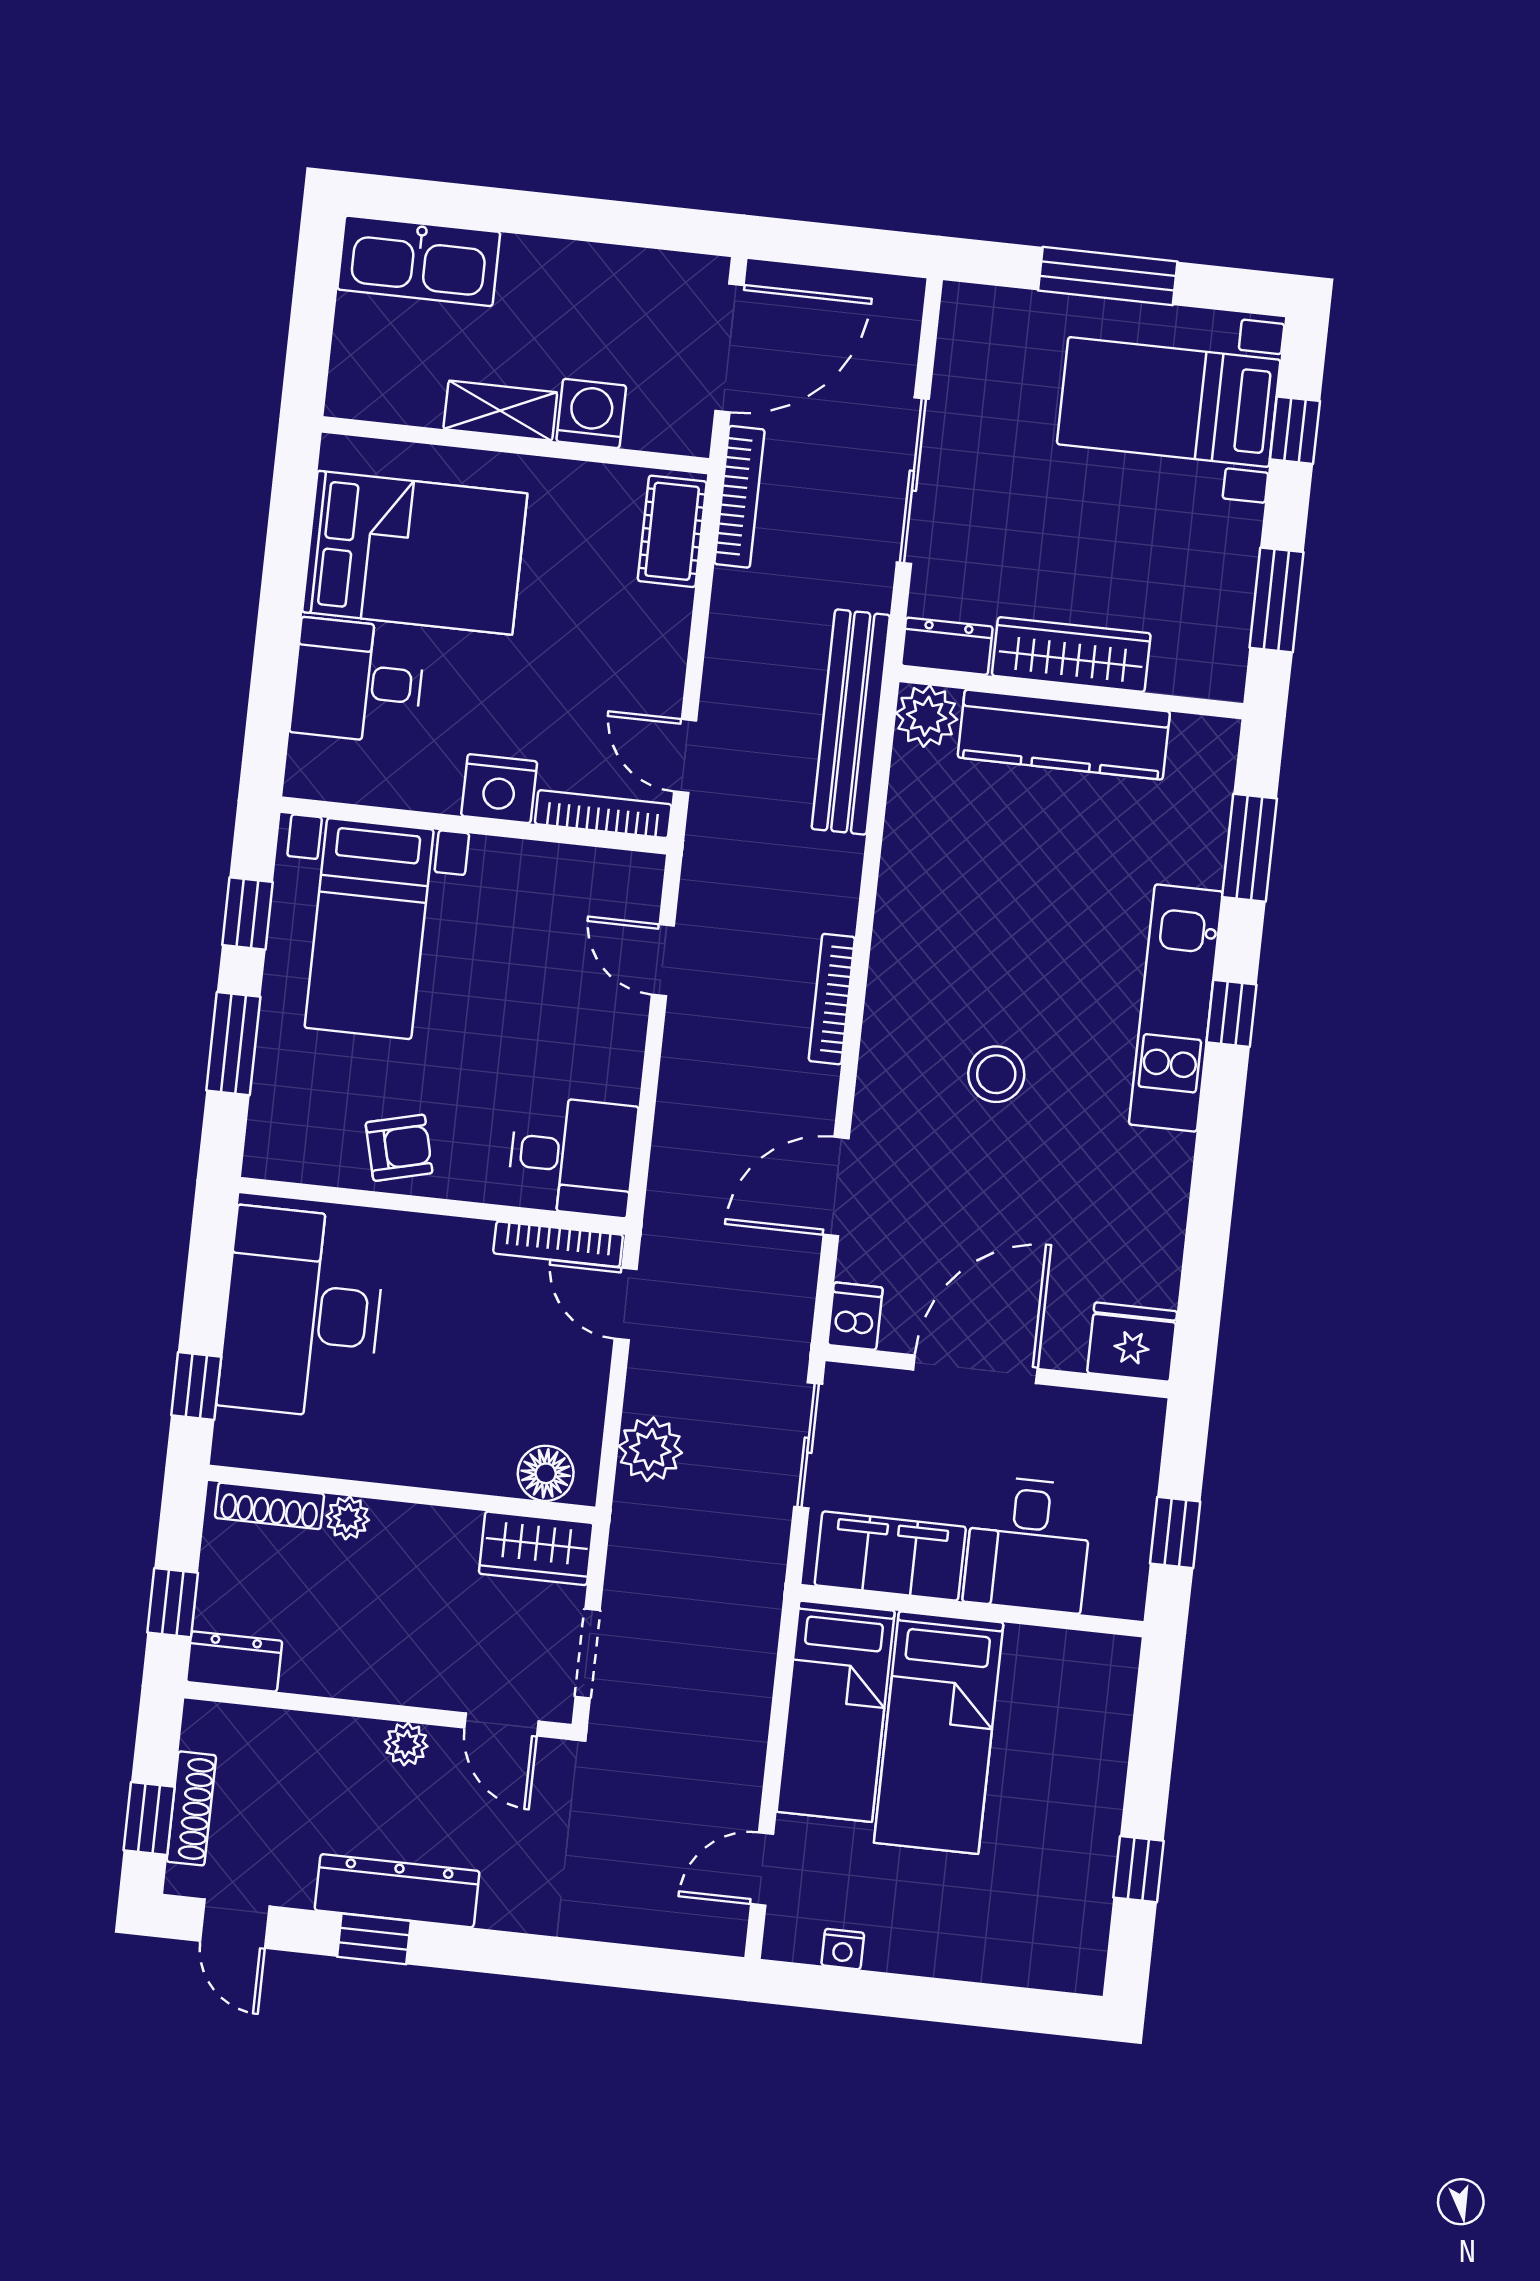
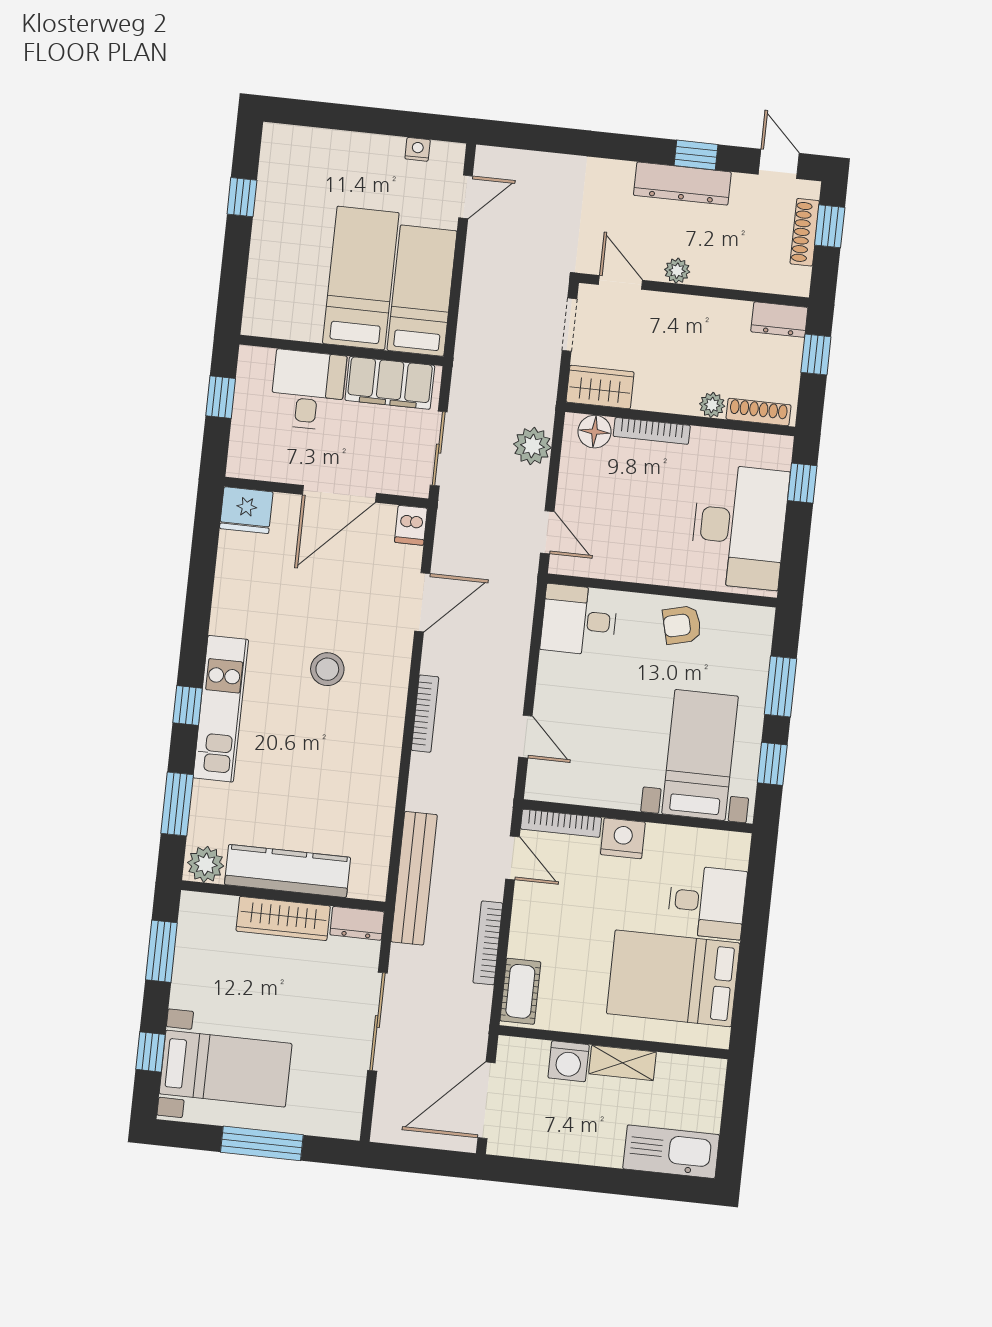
bookcase: (739, 497) -> (488, 943), moved
plant: (927, 716) -> (206, 864), moved
bookcase: (558, 1244) -> (652, 431), moved, turned 180

